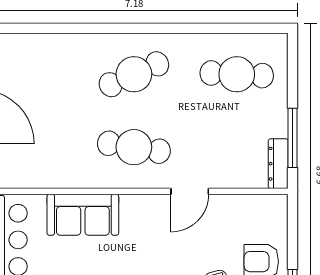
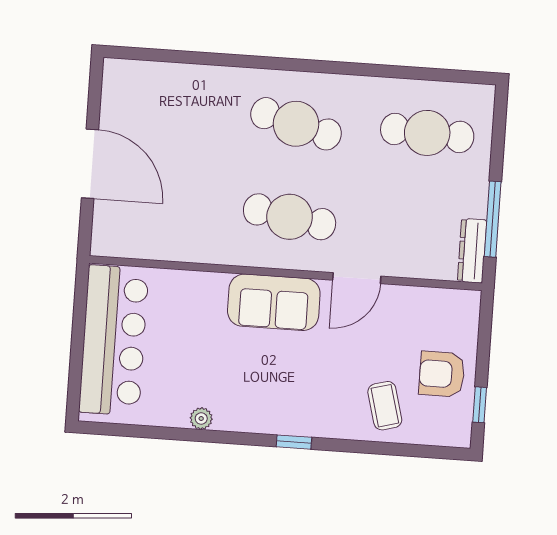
cafe table: (134, 74) -> (296, 124), turned 39
sofa: (83, 215) -> (274, 302), moved

